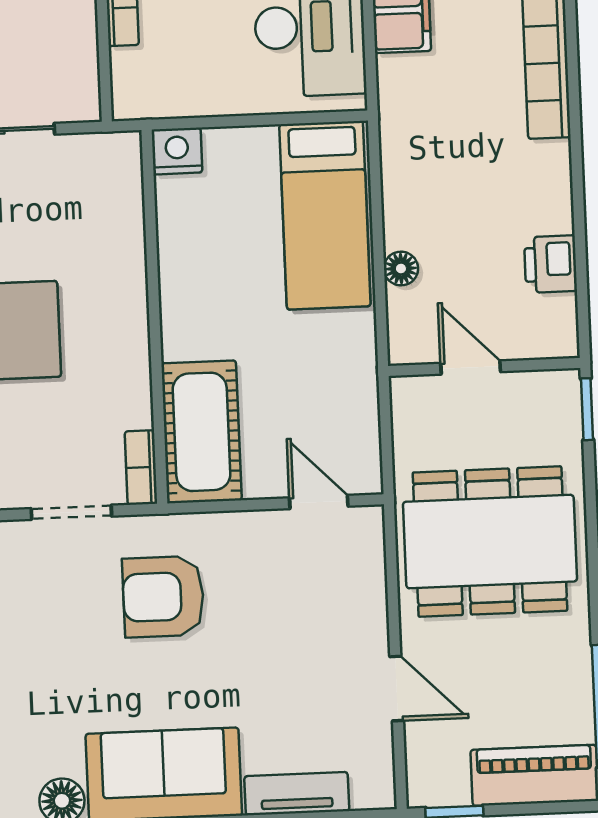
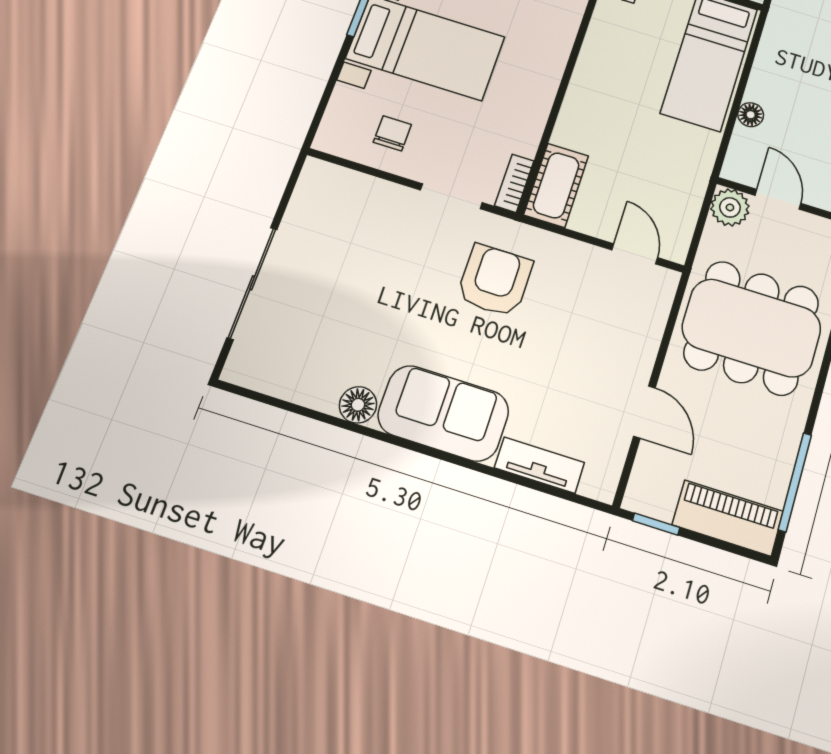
plant: (415, 400) -> (730, 207), added
cot: (201, 432) -> (556, 185), width x0.73, depth x0.75
armchair: (163, 597) -> (495, 280), turned 90

